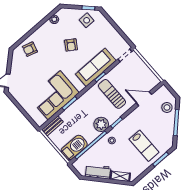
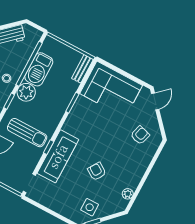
armchair: (30, 49) -> (140, 135), moved
corner sofa: (54, 95) -> (111, 89), moved, turned 90
barbecue: (74, 147) -> (39, 69), moved

